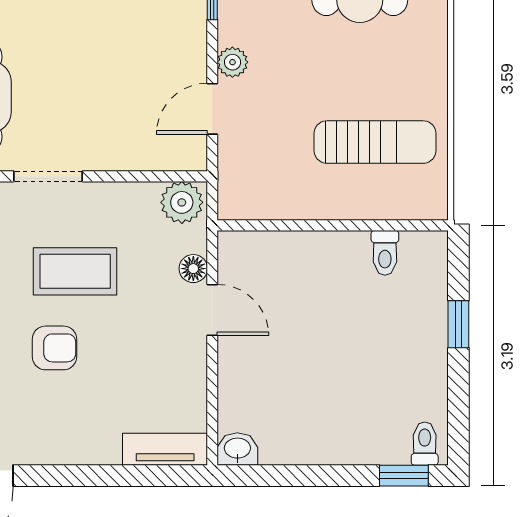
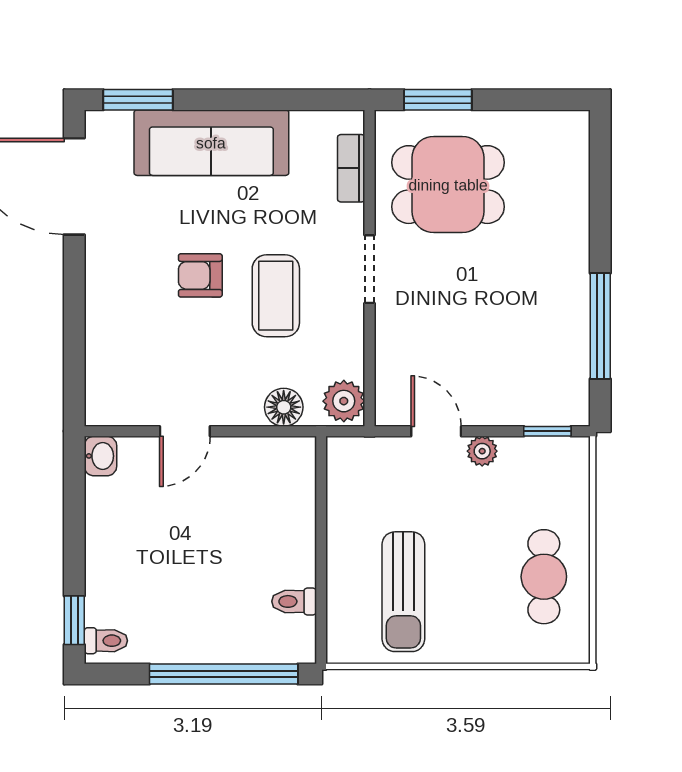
floor lamp: (193, 269) -> (284, 407), width x1.37, depth x1.37
door: (212, 310) -> (185, 431), moved
window: (458, 324) -> (224, 674), width x3.17
armchair: (54, 348) -> (200, 275), turned 90
tv unit: (165, 449) -> (100, 385), removed

